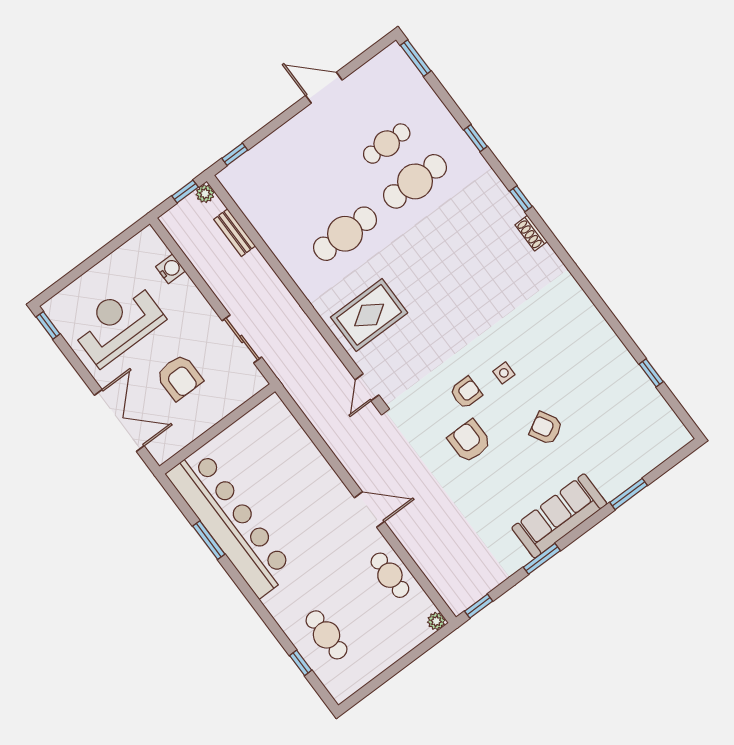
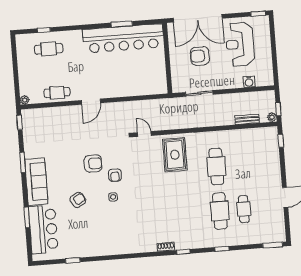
reception desk: (118, 323) -> (240, 44), turned 180
double door: (119, 420) -> (198, 18), width x1.36
bar counter: (631, 454) -> (43, 229), added

